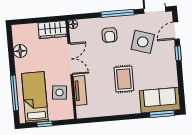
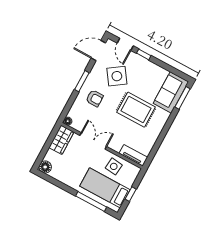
window: (118, 13) -> (82, 81), width x0.69
side table: (143, 42) -> (117, 76), turned 38
floor lamp: (20, 51) -> (45, 167), moved
rug: (124, 79) -> (136, 110), width x1.36, depth x1.43
tv unit: (80, 90) -> (133, 155), moved

